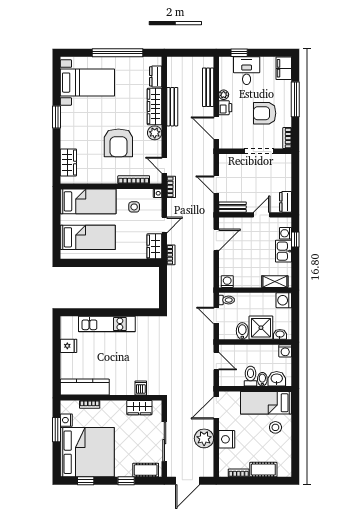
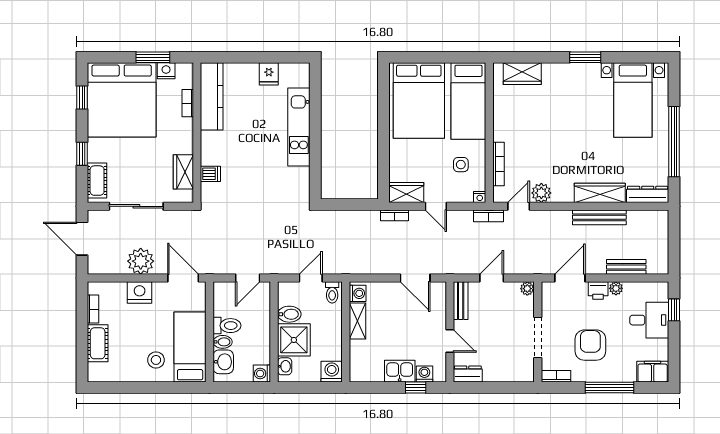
dresser: (156, 76) -> (648, 194), width x1.44
bench: (208, 87) -> (626, 267), width x0.73
plant: (155, 133) -> (541, 193), moved
armchair: (118, 143) -> (550, 143), removed
plant: (224, 159) -> (527, 289), added
bed: (88, 237) -> (419, 101), width x1.50
shelving: (275, 282) -> (358, 321), moved

